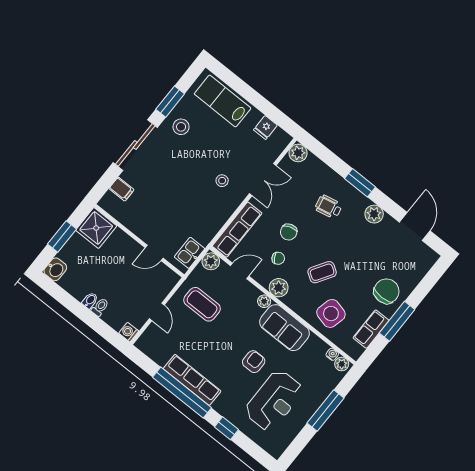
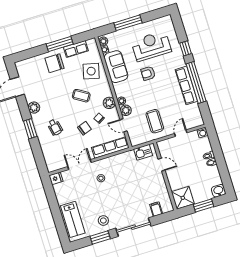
fridge: (265, 127) -> (56, 178), moved
plant: (298, 153) -> (52, 166), removed
plant: (211, 261) -> (126, 110), moved
sofa: (284, 328) -> (116, 67), moved

